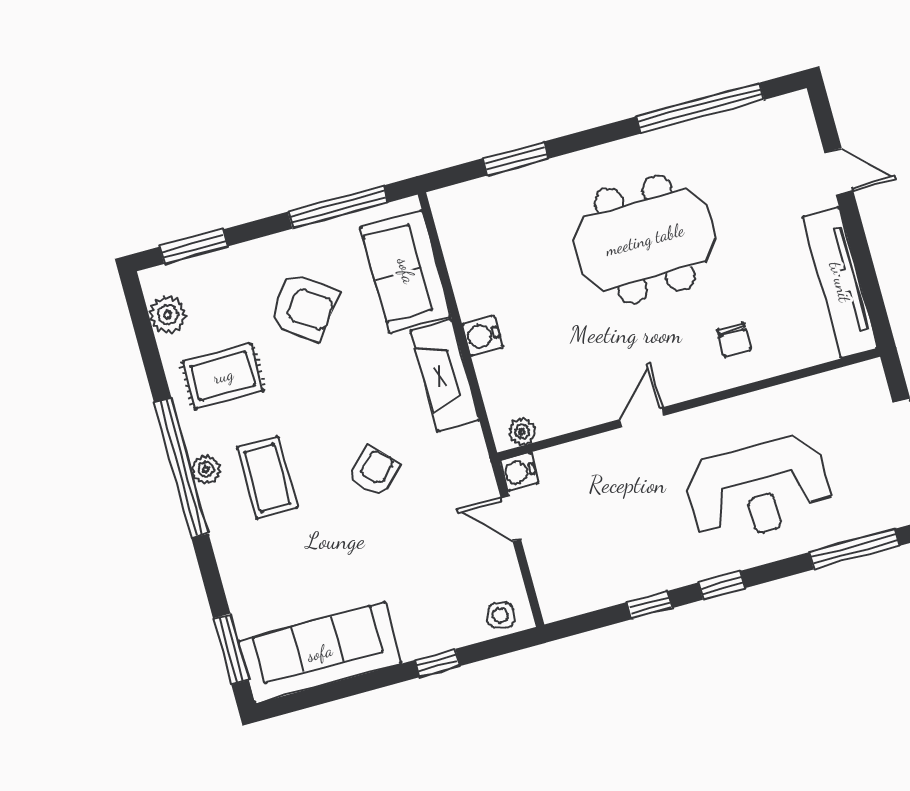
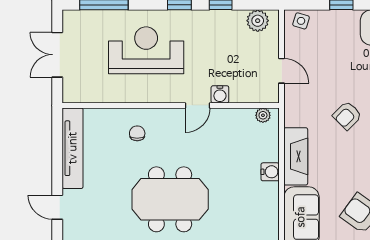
water cooler: (519, 472) -> (220, 94), moved, turned 90
plant: (577, 595) -> (258, 21), added

